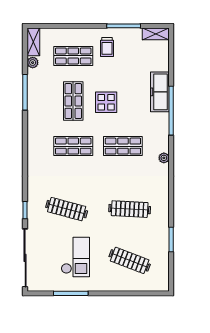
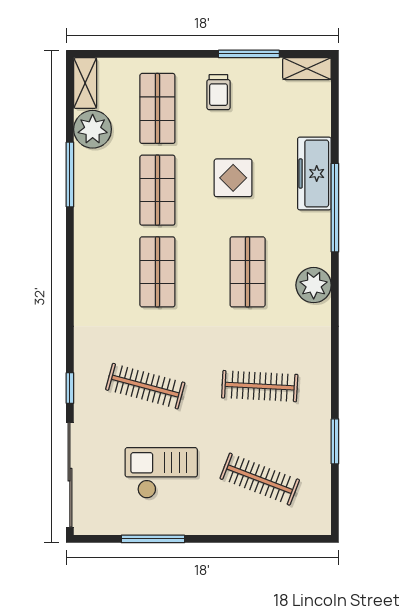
shop shelf: (73, 56) -> (157, 108), turned 90
plant: (33, 63) -> (93, 129), width x1.87, depth x1.87
display table: (106, 102) -> (233, 178), moved
shop shelf: (73, 146) -> (157, 272), turned 90
shop shelf: (123, 146) -> (248, 272), turned 90
plant: (164, 158) -> (314, 285), width x1.88, depth x1.88
checkout: (75, 257) -> (161, 473), turned -90

